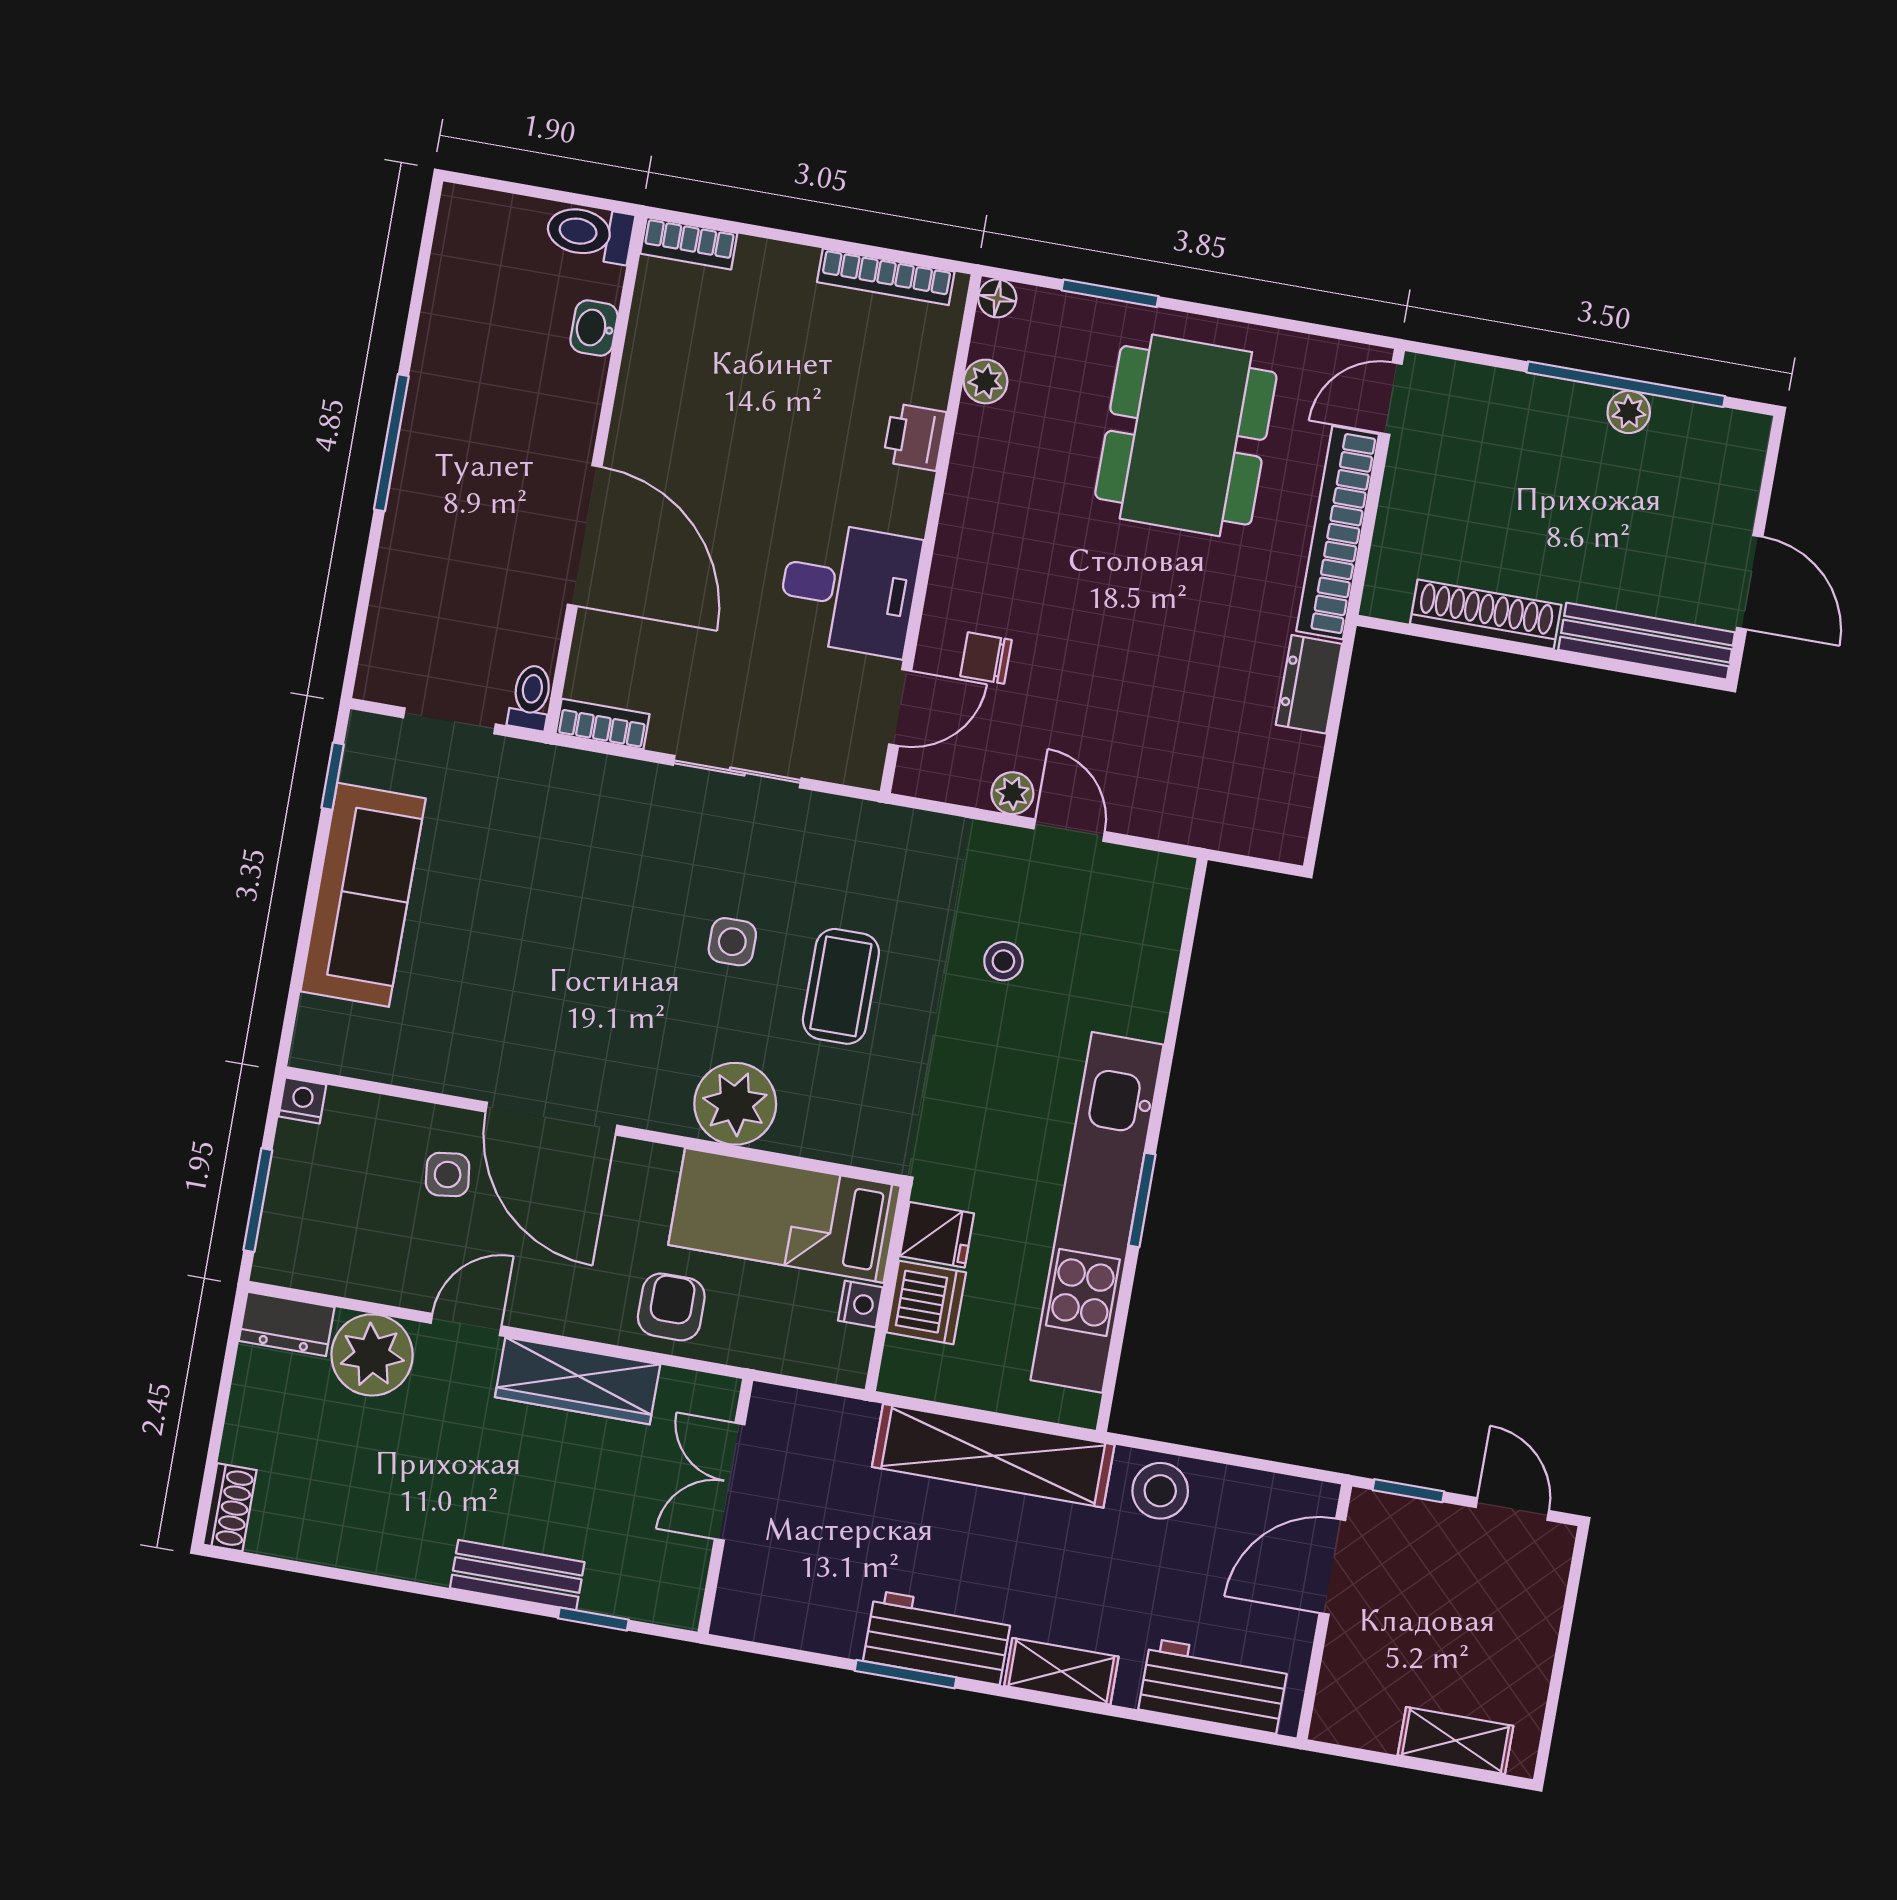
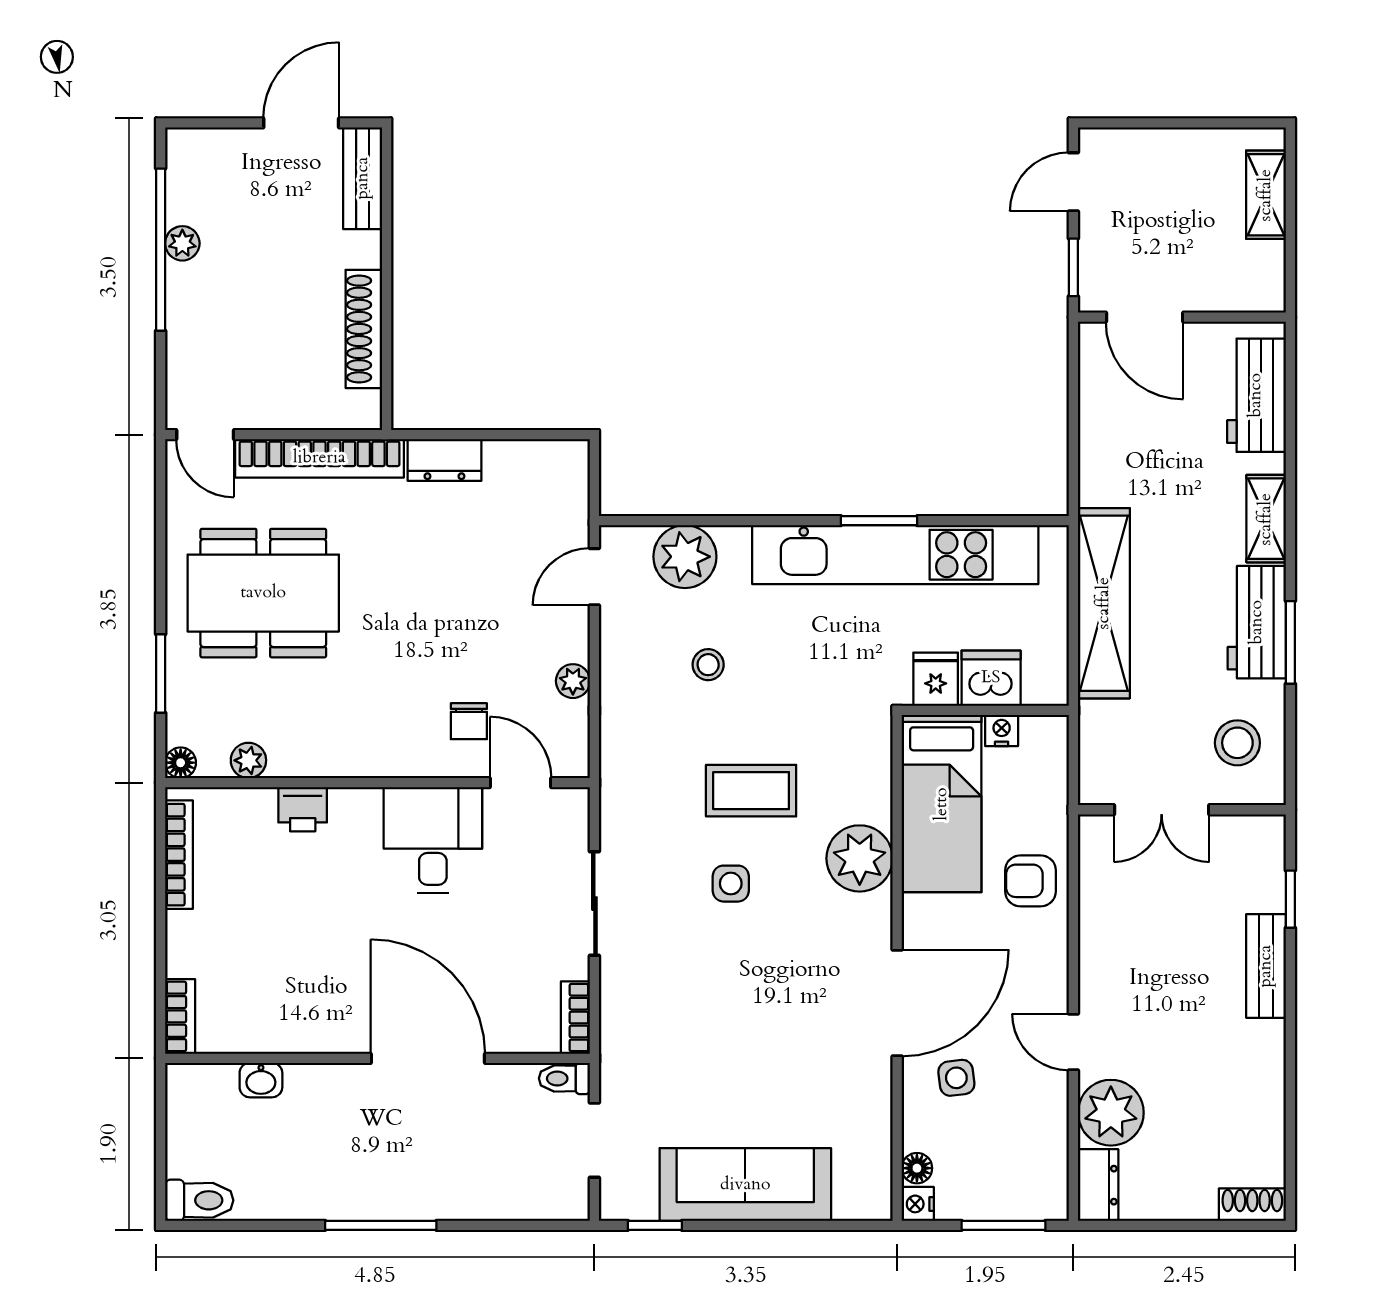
toilet: (590, 233) -> (199, 1200), moved, turned -90
door: (585, 536) -> (428, 1058), hinge flipped
bench: (1647, 641) -> (363, 178), width x0.73
door: (1069, 830) -> (594, 577), moved
plant: (1140, 956) -> (685, 557), added
floor lamp: (346, 1107) -> (917, 1168), added
wardrobe: (578, 1381) -> (1103, 945), removed
stool: (1160, 1491) -> (1237, 743), moved

